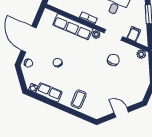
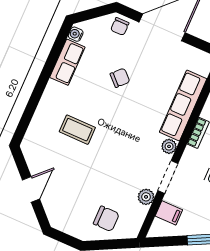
plant: (141, 54) -> (146, 197), moved
chair: (113, 60) -> (106, 219), moved
coffee table: (79, 99) -> (77, 130), moved

